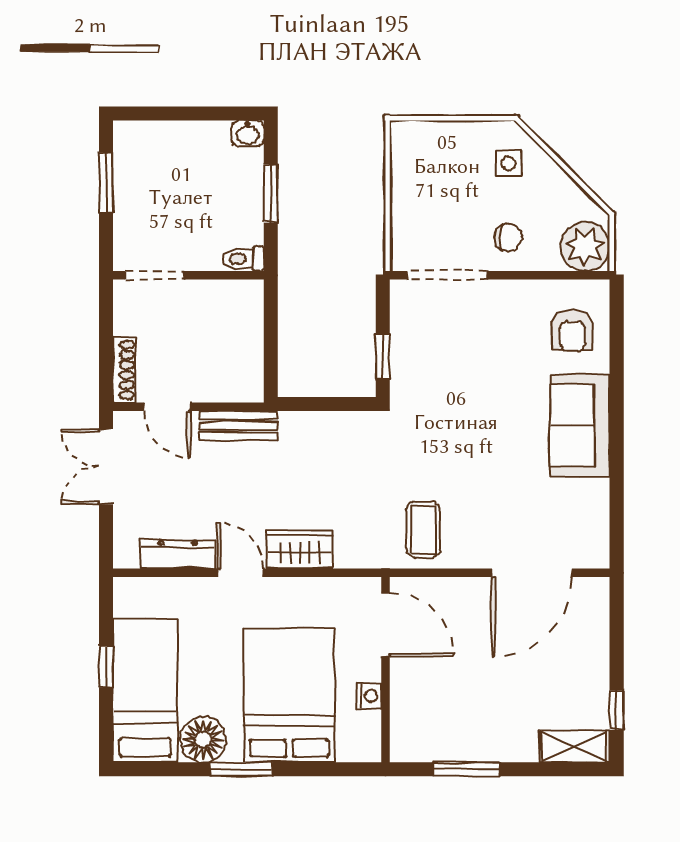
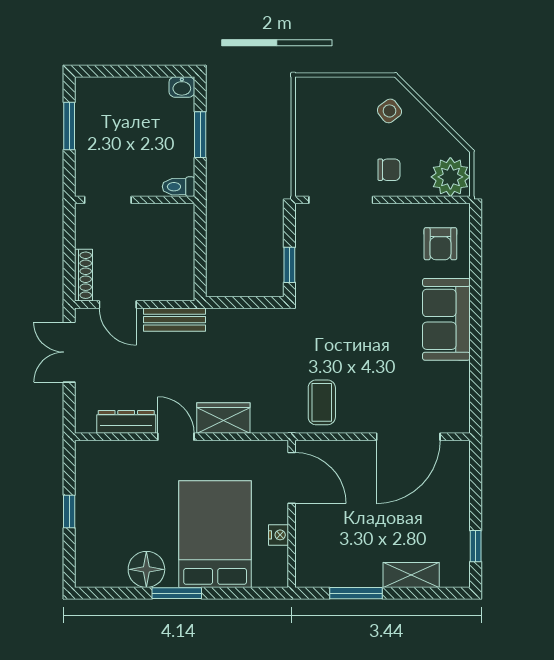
side table: (508, 164) -> (389, 111), turned -37
bed: (145, 691) -> (100, 530), removed
shelving: (574, 746) -> (411, 575), moved

